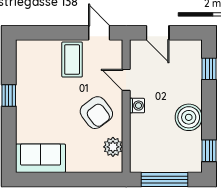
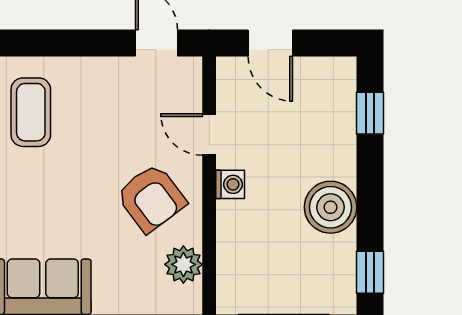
coffee table: (72, 59) -> (31, 112), moved

